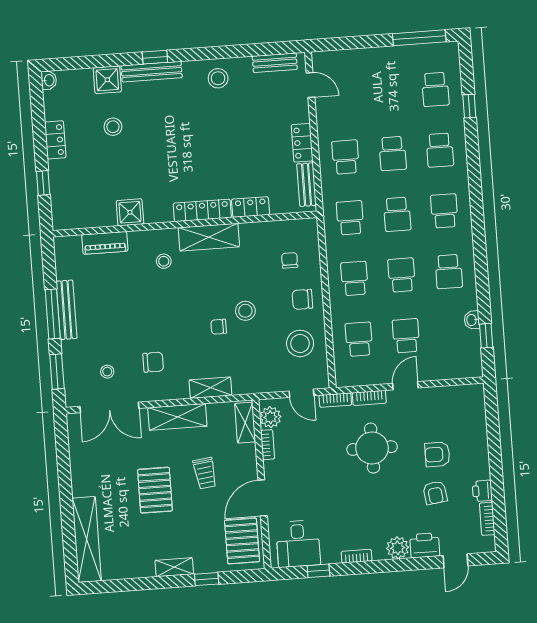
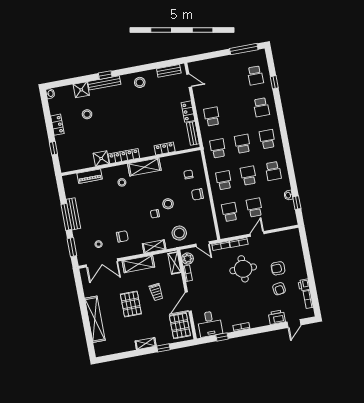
school desk: (393, 154) -> (237, 112), removed
locker: (202, 210) -> (124, 156), moved
school desk: (397, 214) -> (243, 144), turned 180
stool: (300, 343) -> (179, 233), moved
shelving: (87, 539) -> (95, 319), moved
plant: (398, 548) -> (263, 320), removed

